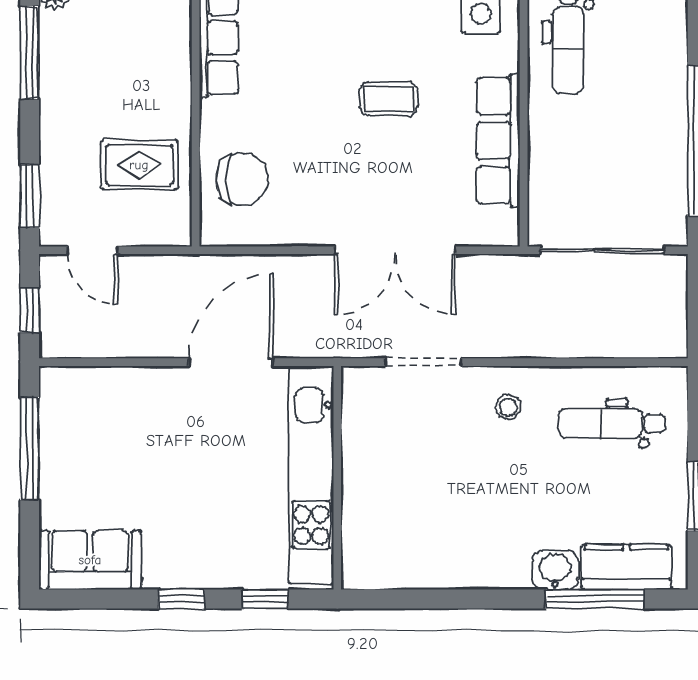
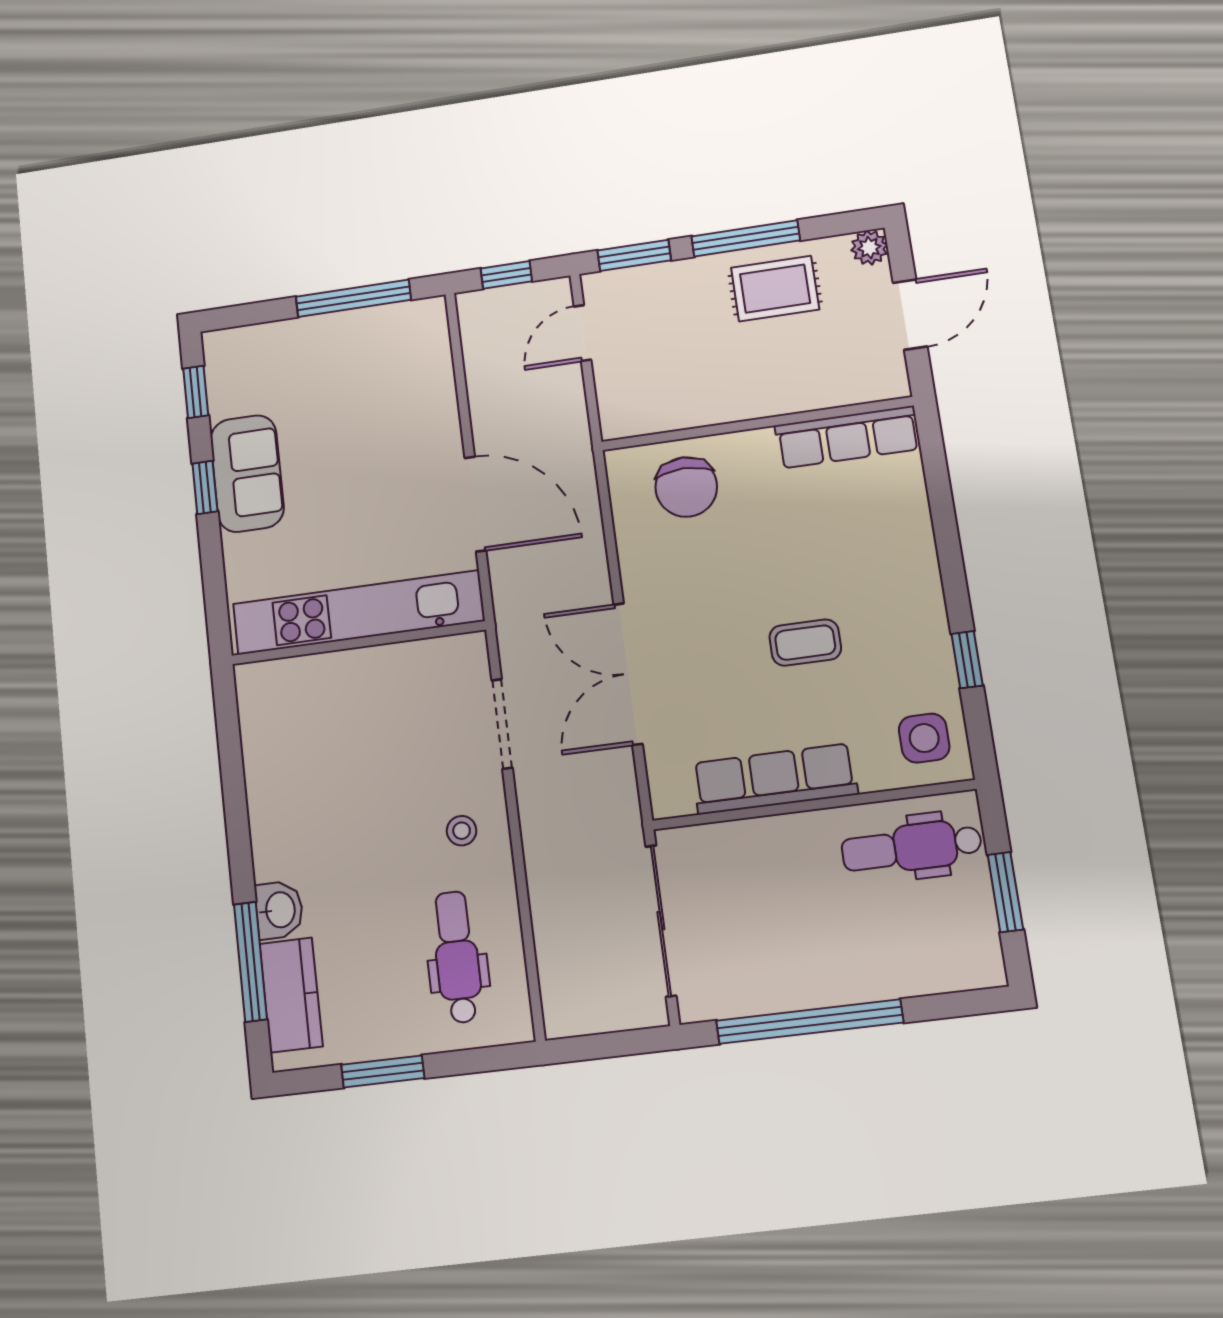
window: (30, 53) -> (746, 238), moved
coffee table: (389, 99) -> (805, 643), turned 90
rug: (139, 165) -> (775, 289), moved, turned 90
sofa: (90, 560) -> (247, 473), moved
window: (265, 599) -> (196, 392), moved

